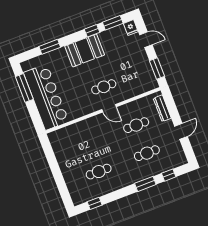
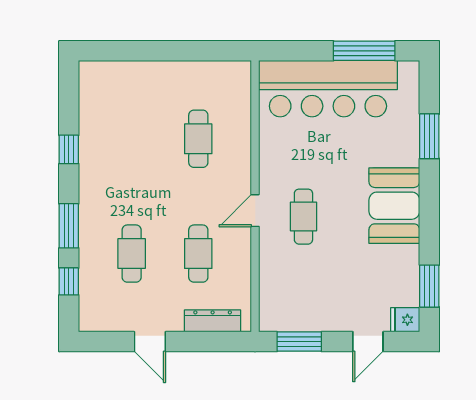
window: (92, 31) -> (429, 237), removed
cafe table: (99, 172) -> (198, 139), moved
window: (95, 203) -> (69, 149), moved

